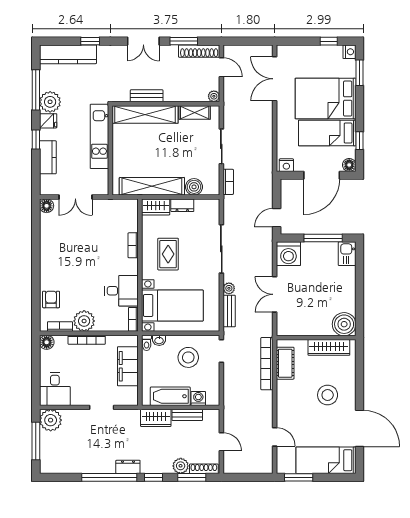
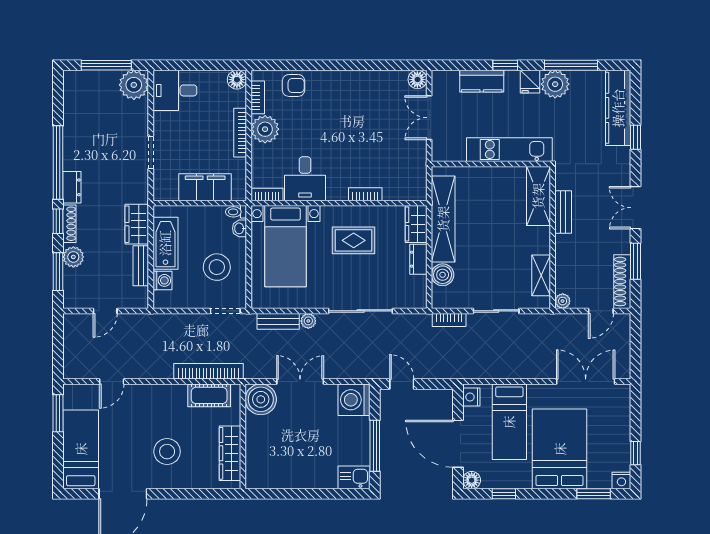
shelving: (145, 114) -> (538, 196), width x0.68
bed: (327, 133) -> (509, 422), moved, turned 180
boiler: (344, 324) -> (261, 399), moved
shoe rack: (204, 469) -> (69, 224), moved

